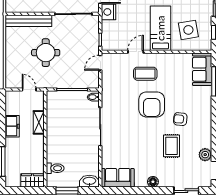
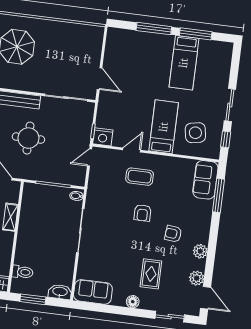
nightstand: (108, 12) -> (103, 137), moved, turned -90
armchair: (152, 104) -> (143, 213), width x0.53, depth x0.53
plant: (205, 131) -> (200, 251), added
rug: (172, 146) -> (151, 274), moved

